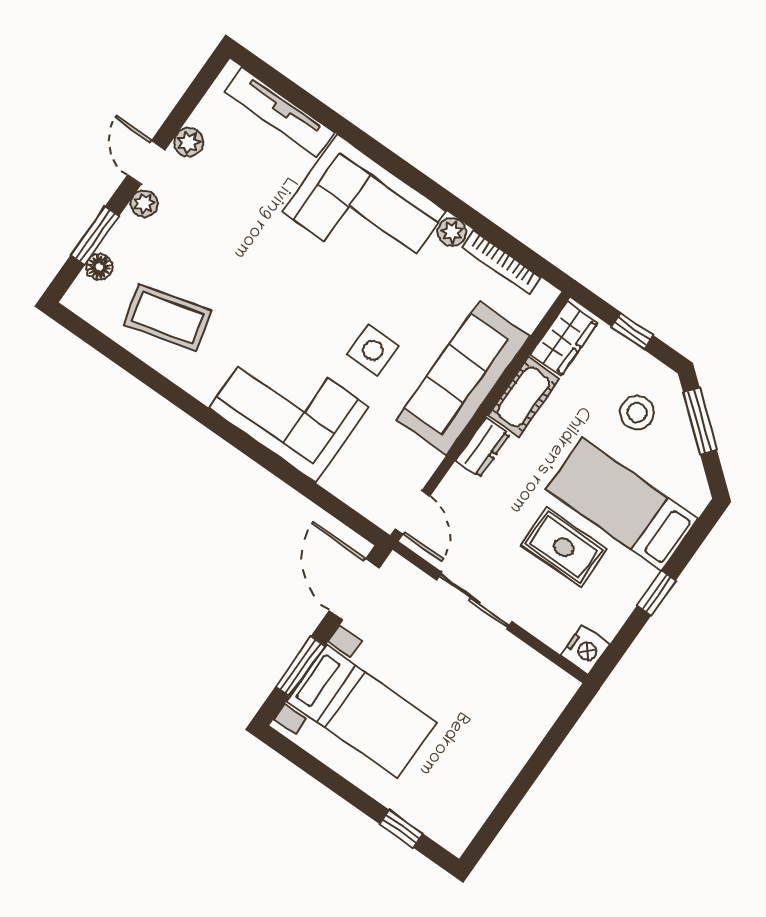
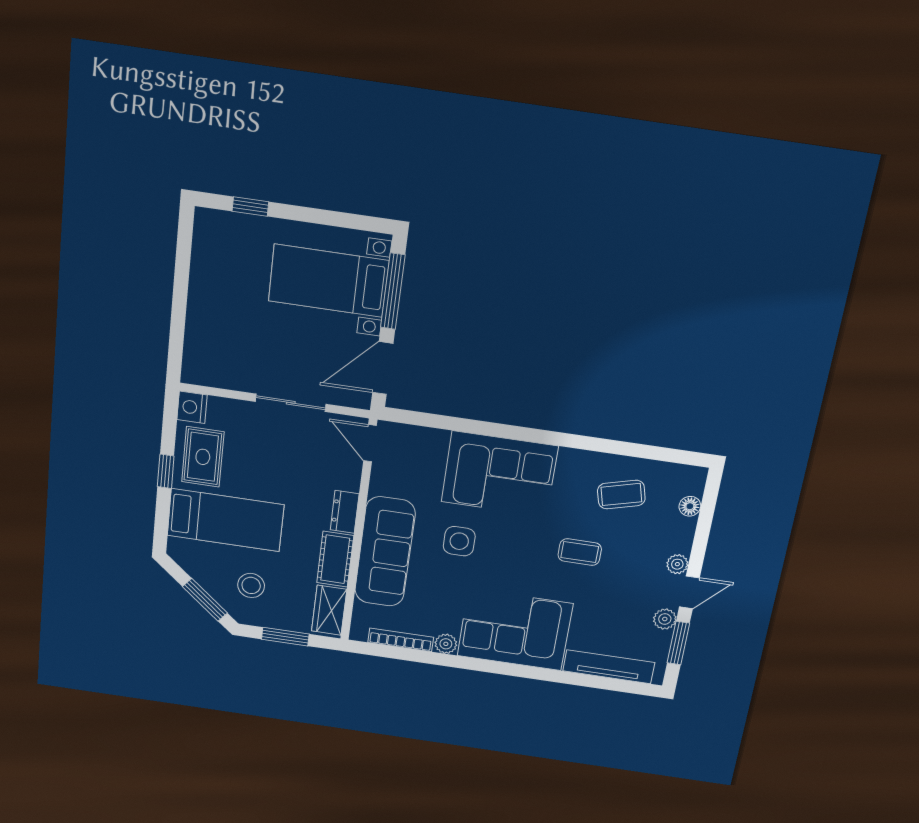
door: (146, 162) -> (689, 592), hinge flipped
window: (95, 235) -> (678, 643), moved
coffee table: (245, 271) -> (580, 552), added
coffee table: (167, 318) -> (621, 494), width x0.73, depth x0.77
window: (632, 331) -> (285, 637), width x1.50
rug: (564, 547) -> (203, 457), moved, turned 90
door: (354, 589) -> (383, 368), swing flipped
window: (300, 666) -> (393, 291), width x1.44

